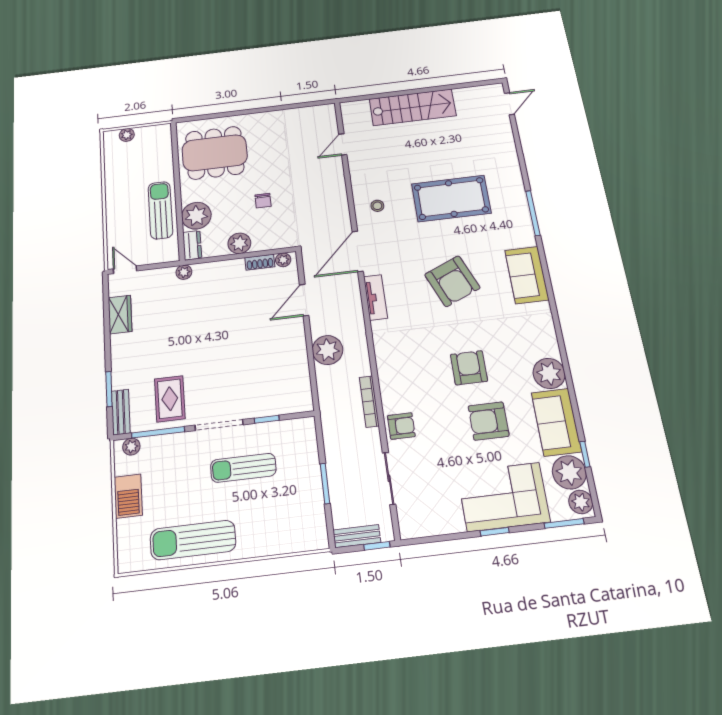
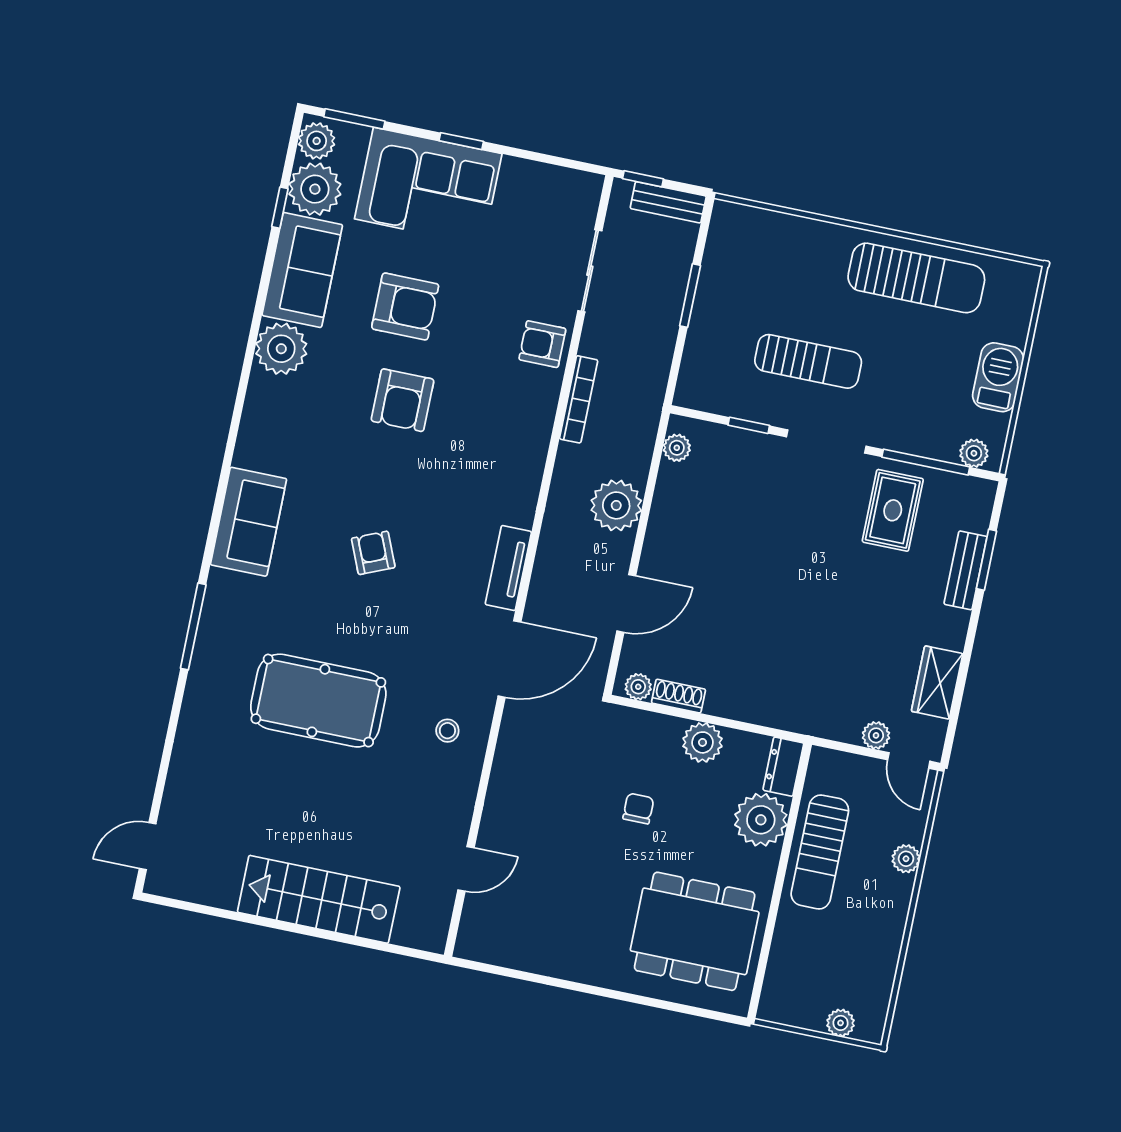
plant: (114, 221) -> (906, 859), added
plant: (184, 272) -> (876, 735), moved
armchair: (452, 281) -> (373, 553), width x0.53, depth x0.53
plant: (304, 393) -> (677, 448), added
bench: (121, 412) -> (965, 570), moved

